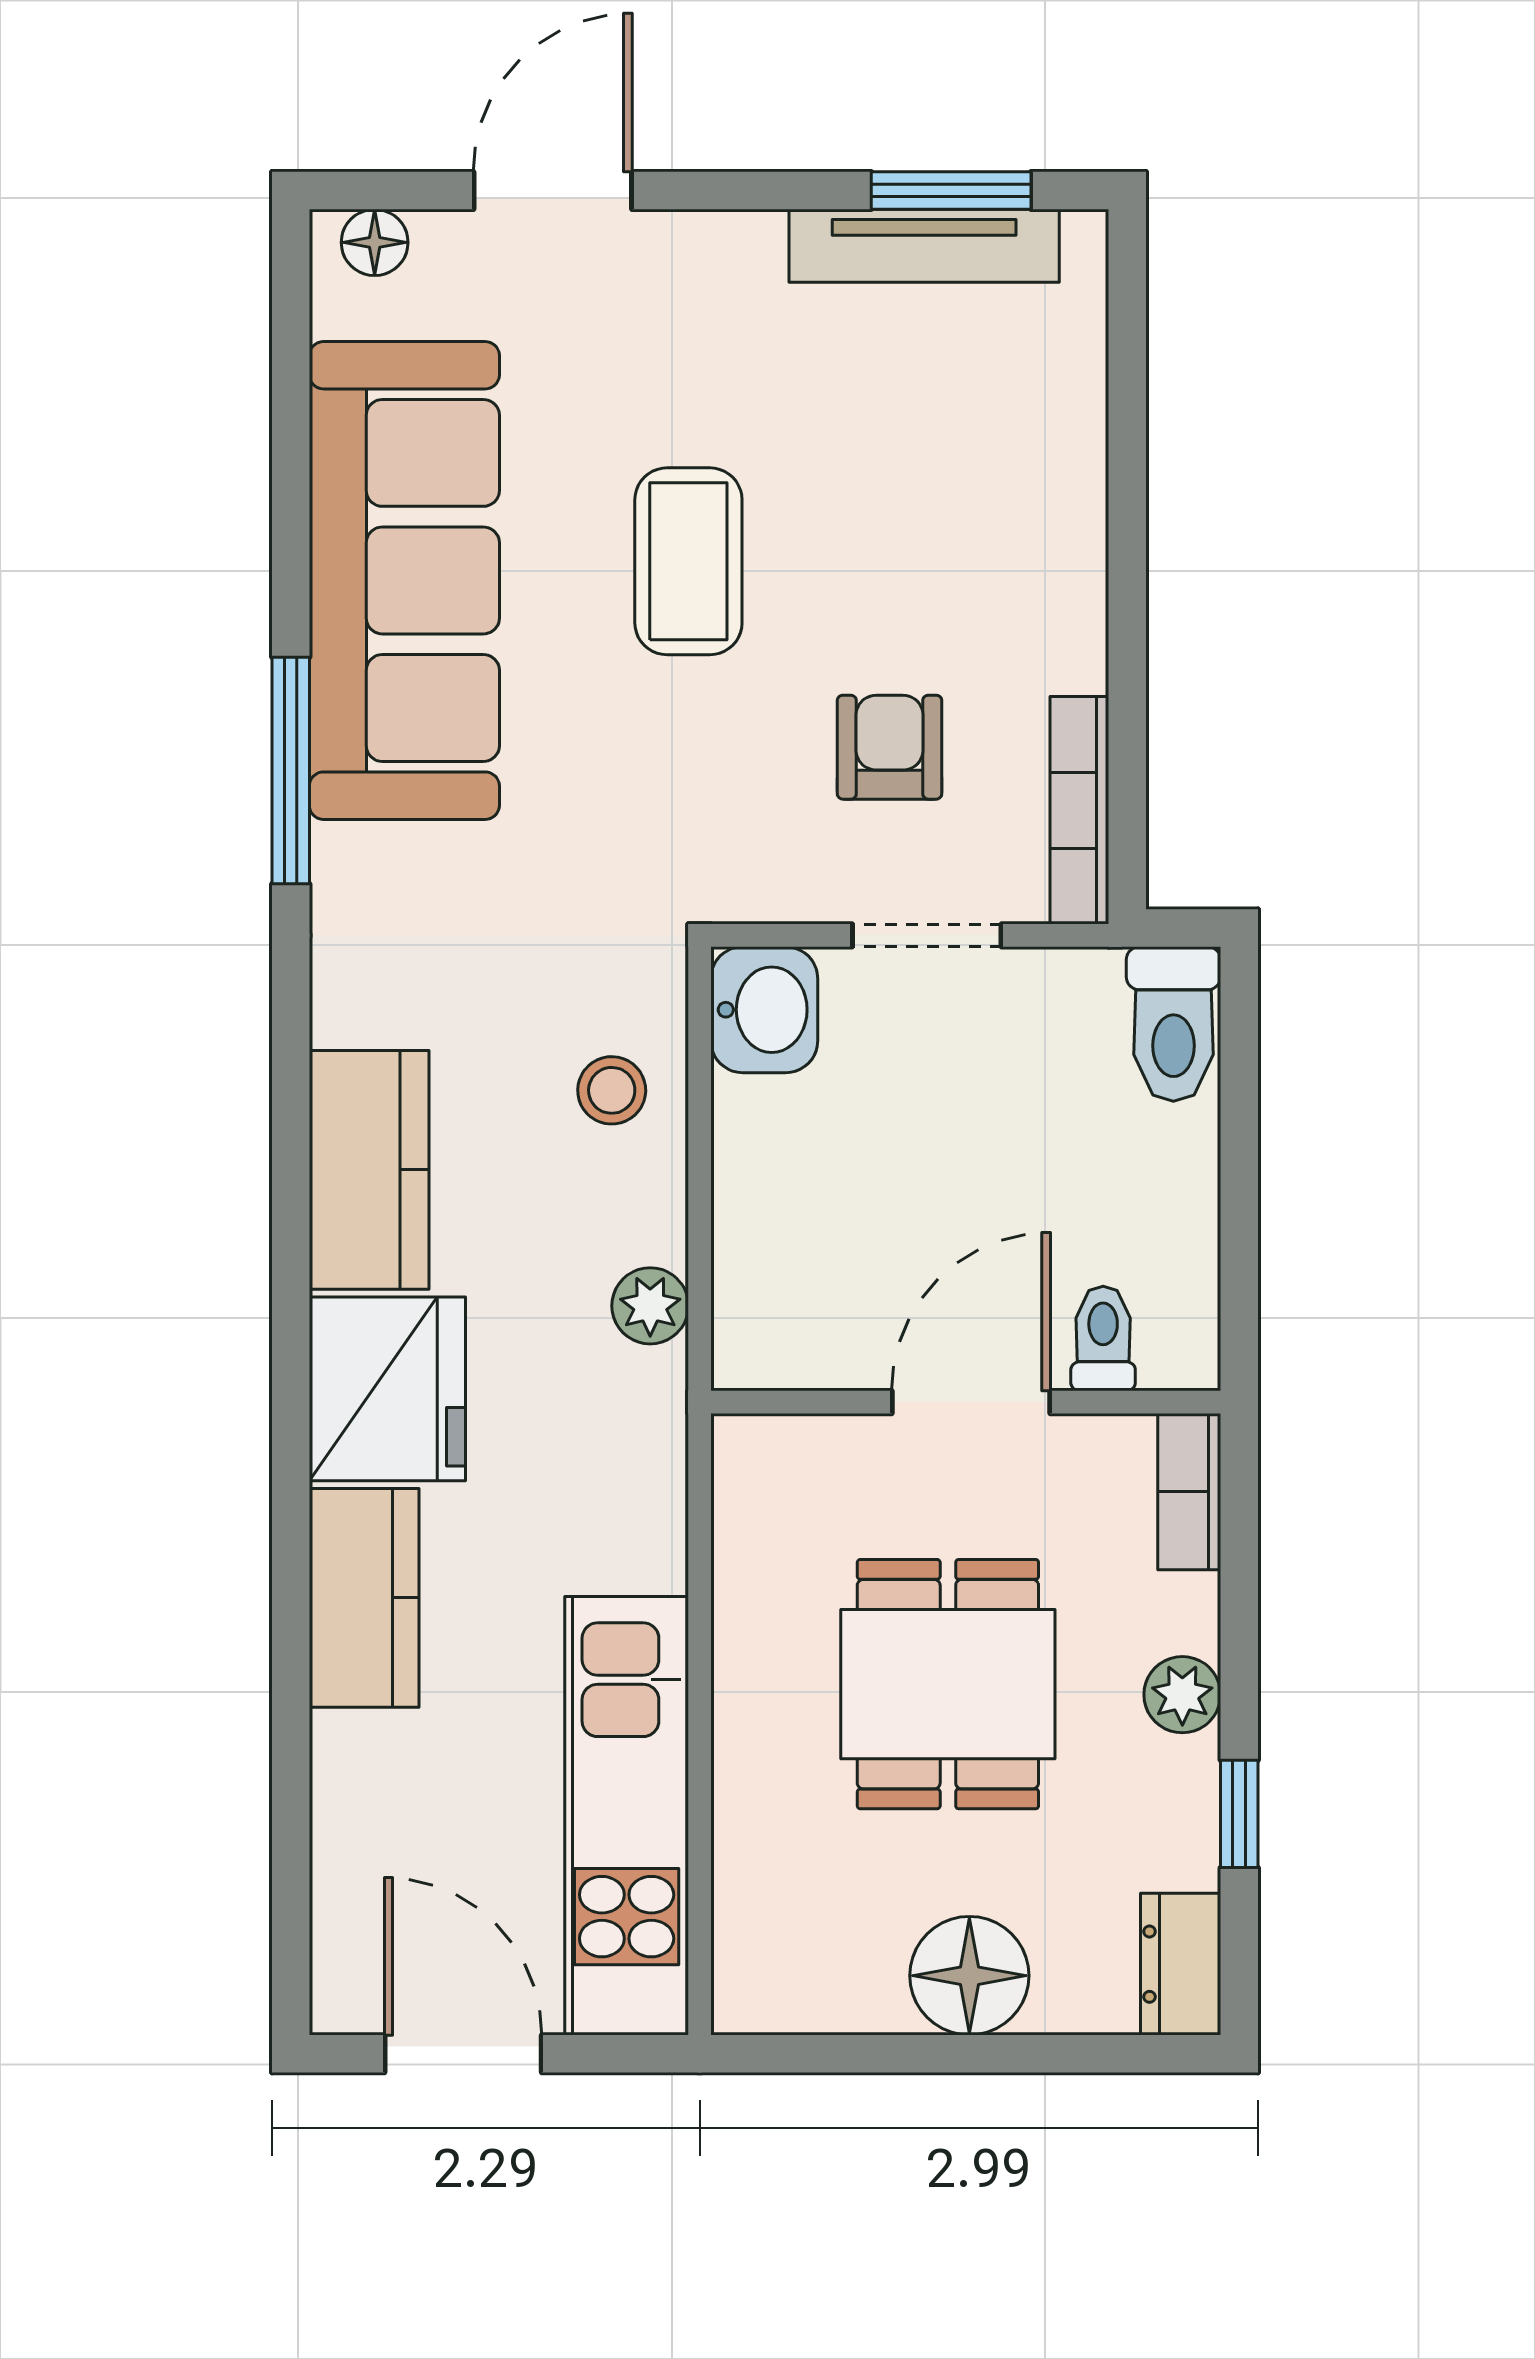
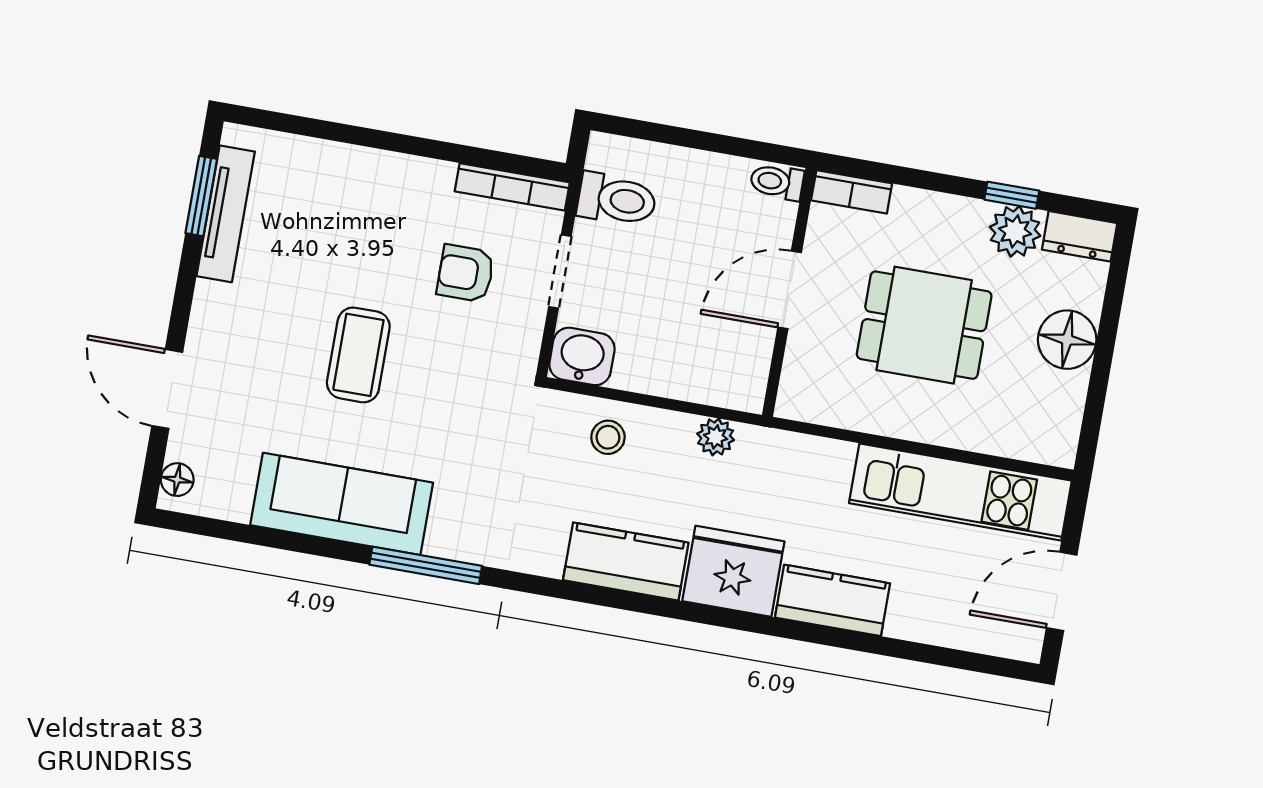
coffee table: (688, 561) -> (358, 355), turned 90
sofa: (404, 580) -> (342, 504), width x0.74, depth x0.79
toilet: (1173, 1024) -> (617, 199), moved
toilet: (1103, 1339) -> (777, 182), moved
door: (971, 1402) -> (790, 290), hinge flipped
plant: (1182, 1695) -> (1015, 231), moved, width x1.38, depth x1.38

